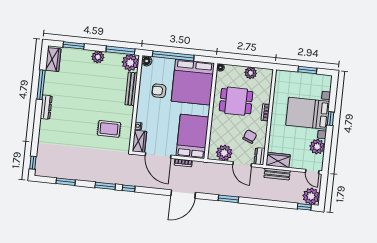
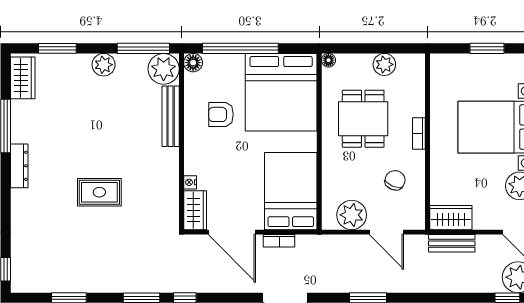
dining table: (236, 101) -> (363, 119), turned 90
rug: (109, 129) -> (99, 192), moved
dresser: (260, 156) -> (416, 214), removed

